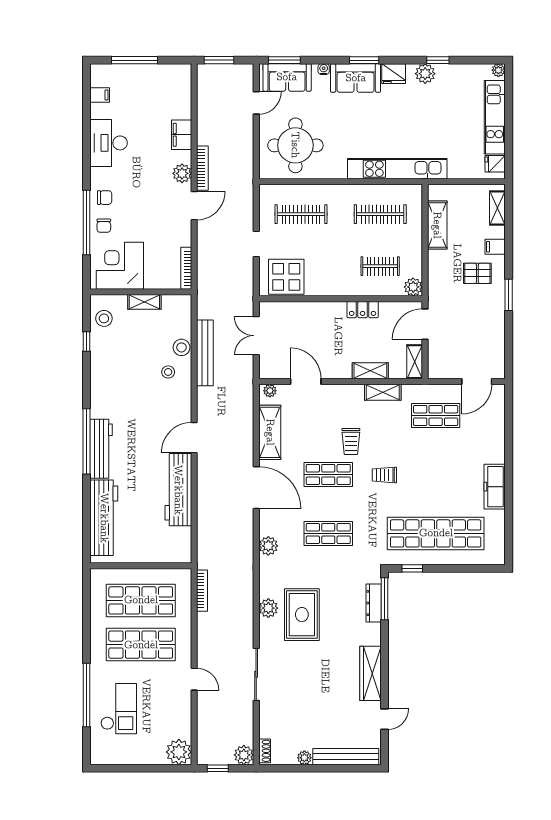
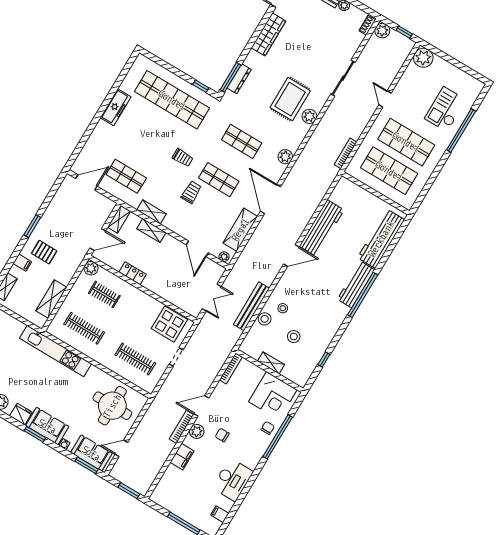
chair: (105, 198) -> (222, 435), moved
stool: (104, 318) -> (294, 337), moved

